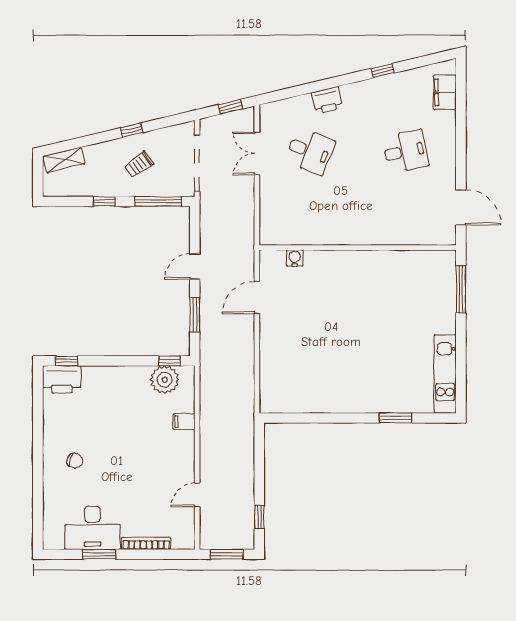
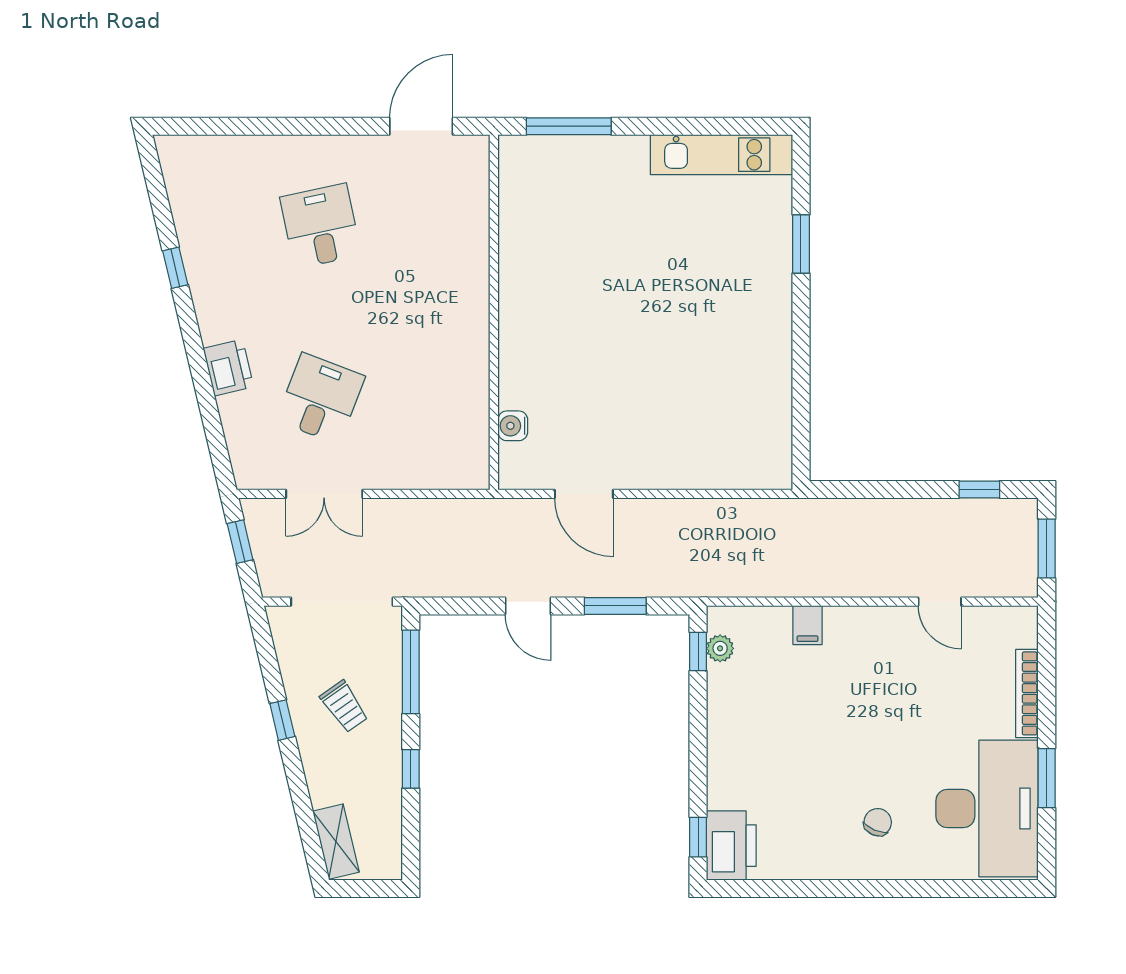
filing cabinet: (445, 92) -> (214, 155), removed
plant: (165, 380) -> (720, 648), width x0.53, depth x0.53
desk: (92, 528) -> (987, 809), width x1.36, depth x1.30

